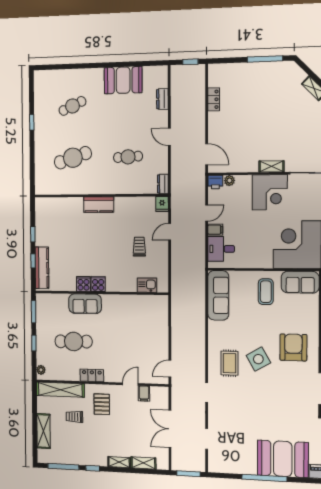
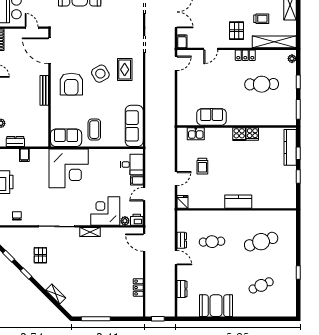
dresser: (163, 184) -> (182, 240), moved
corner desk: (270, 192) -> (105, 211), moved
sofa: (85, 304) -> (212, 117), moved
filing cabinet: (144, 394) -> (182, 41), moved

